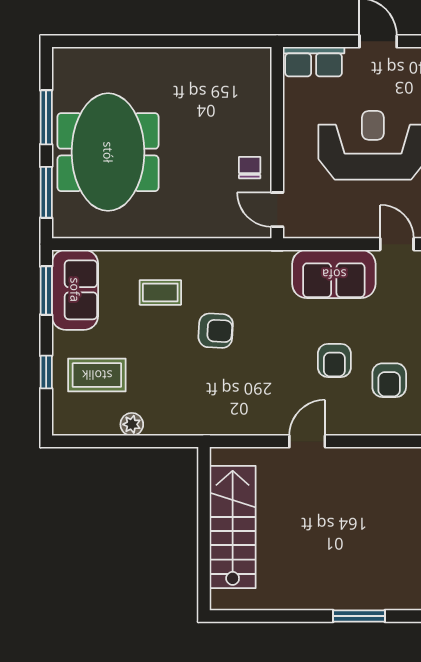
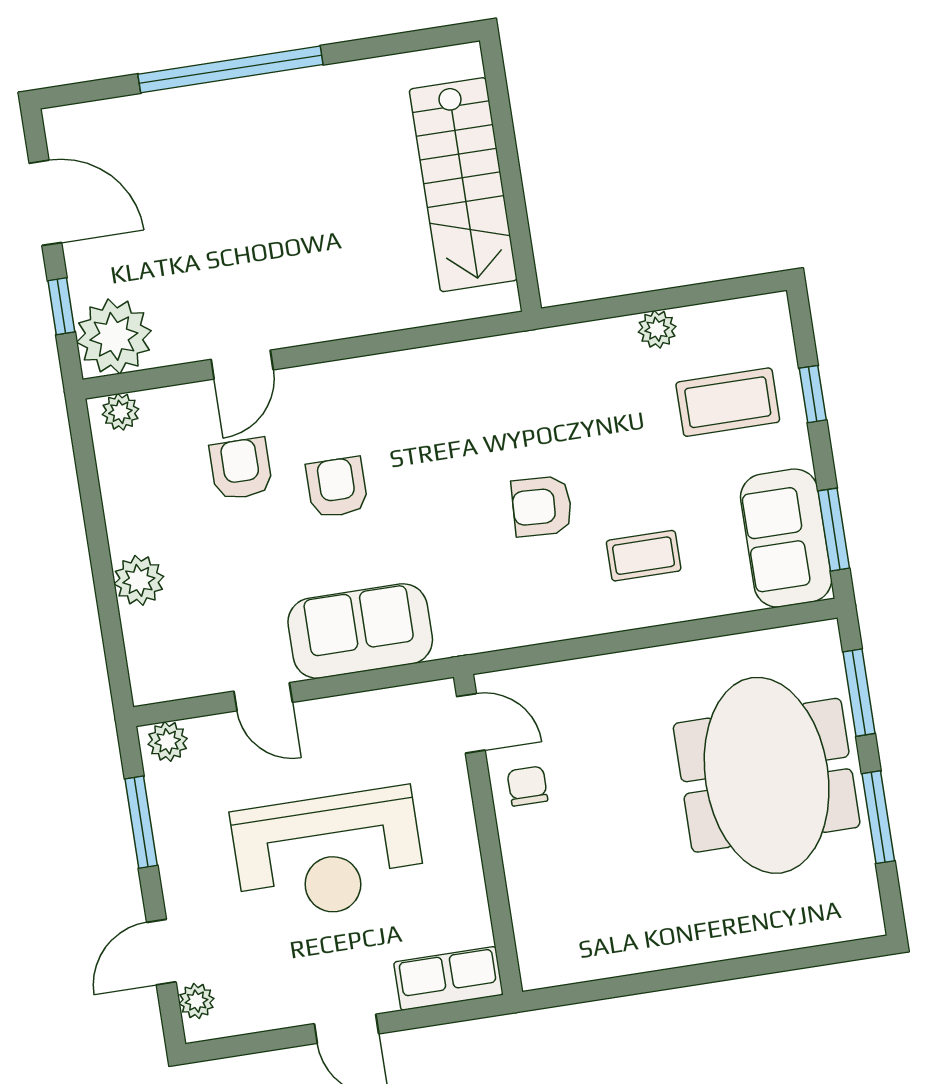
chair: (250, 168) -> (527, 786), turned 180
door: (307, 441) -> (242, 365), moved
window: (359, 616) -> (230, 69), width x2.11

